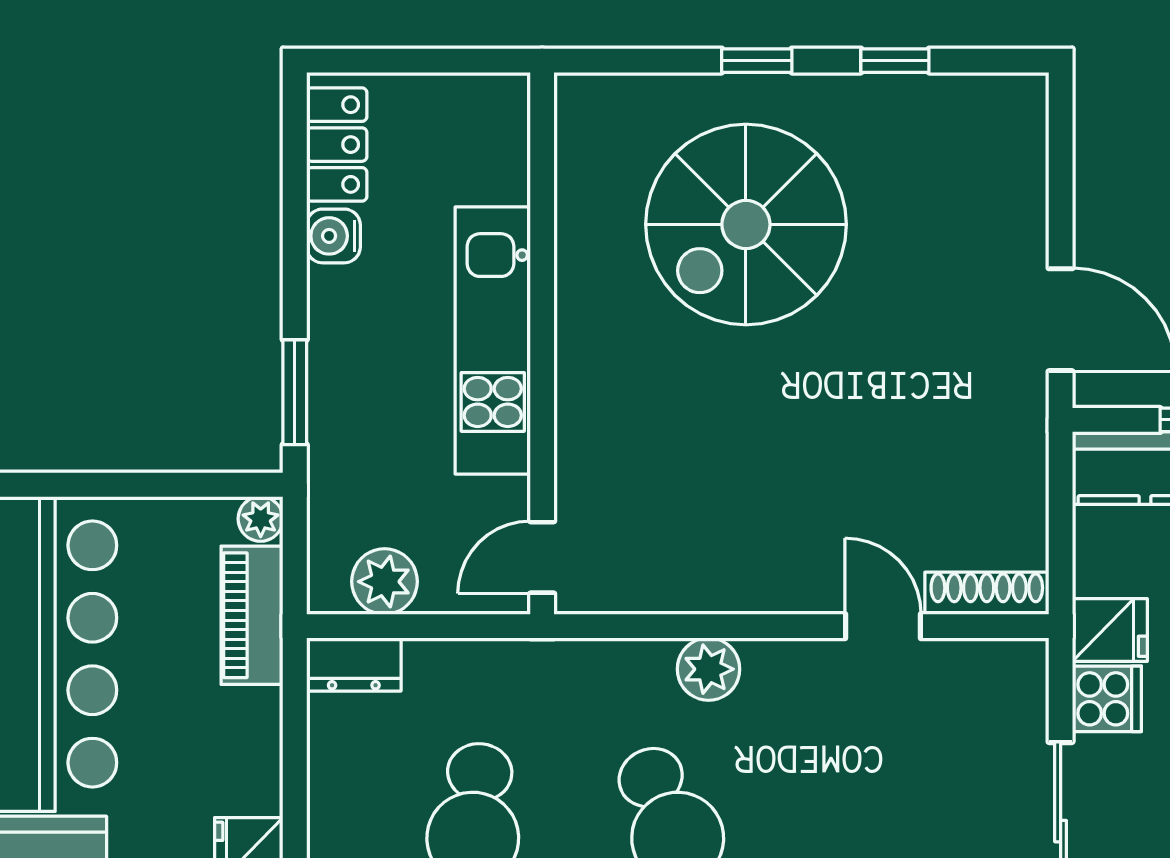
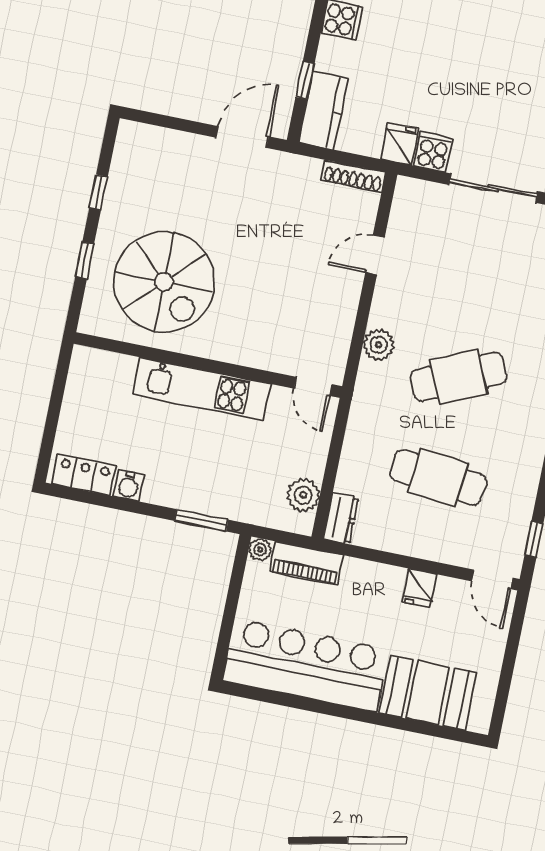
kitchen unit: (493, 341) -> (202, 389), moved
wall: (542, 343) -> (208, 365), moved
door: (542, 557) -> (313, 386), moved
shoe rack: (987, 593) -> (353, 176), moved, turned -90

